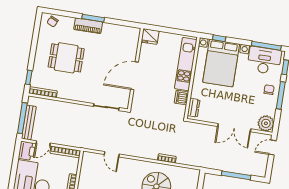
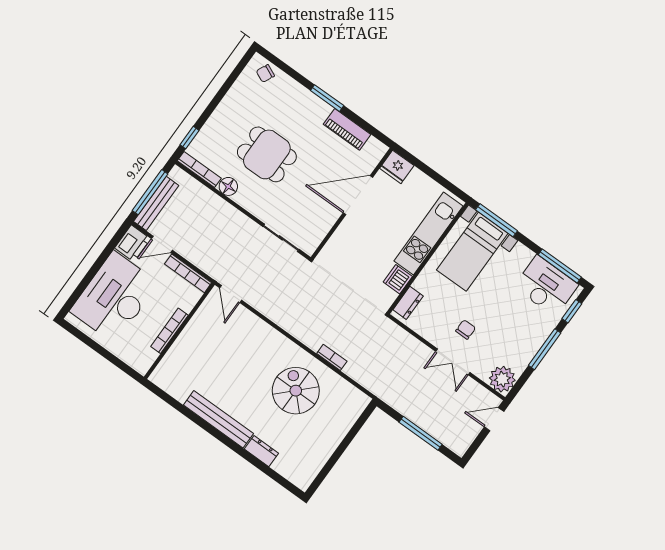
piano: (88, 26) -> (347, 129), moved
window: (219, 38) -> (496, 220), width x2.17
dining table: (66, 58) -> (267, 154), moved
bed with nightstands: (221, 63) -> (472, 252), width x0.73
door: (134, 76) -> (358, 195), moved
chair: (269, 90) -> (466, 329), moved
floor lamp: (63, 93) -> (228, 186), added
double door: (234, 128) -> (453, 362), width x0.73
door: (112, 154) -> (231, 294), moved

